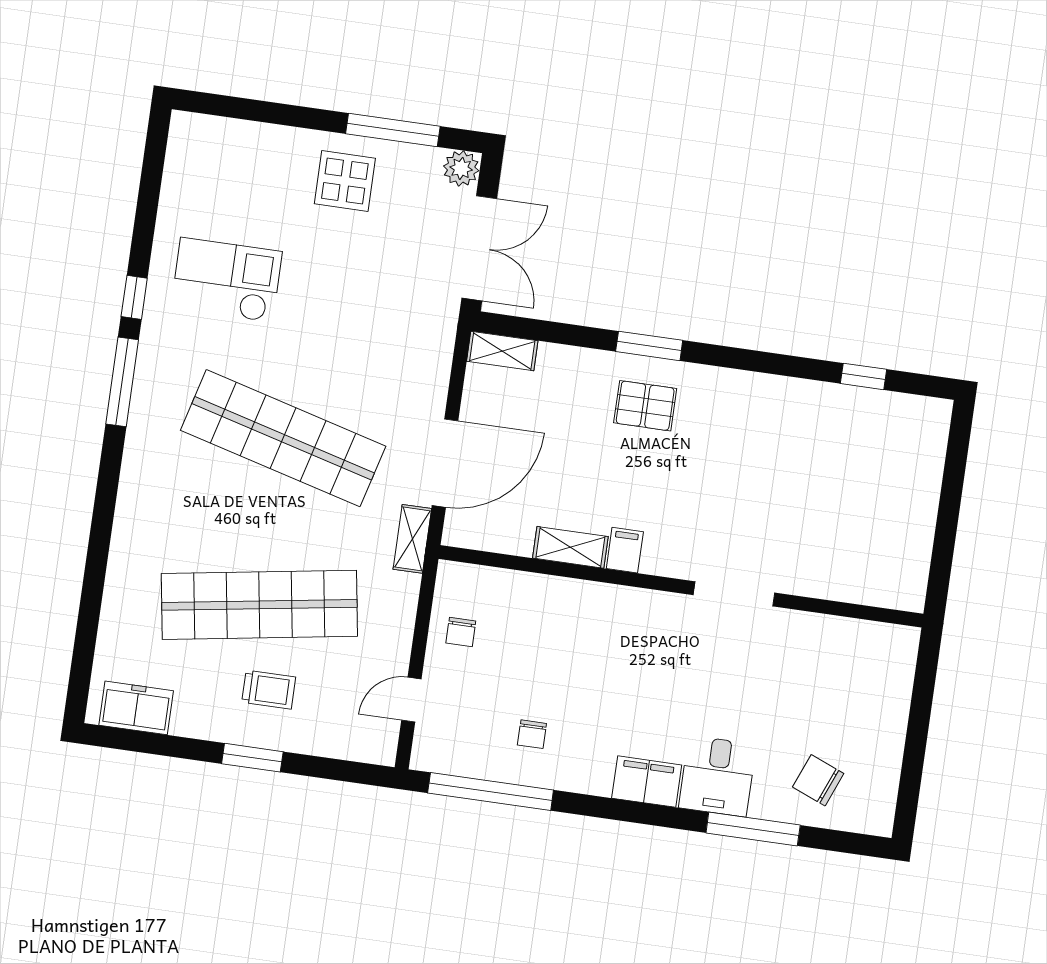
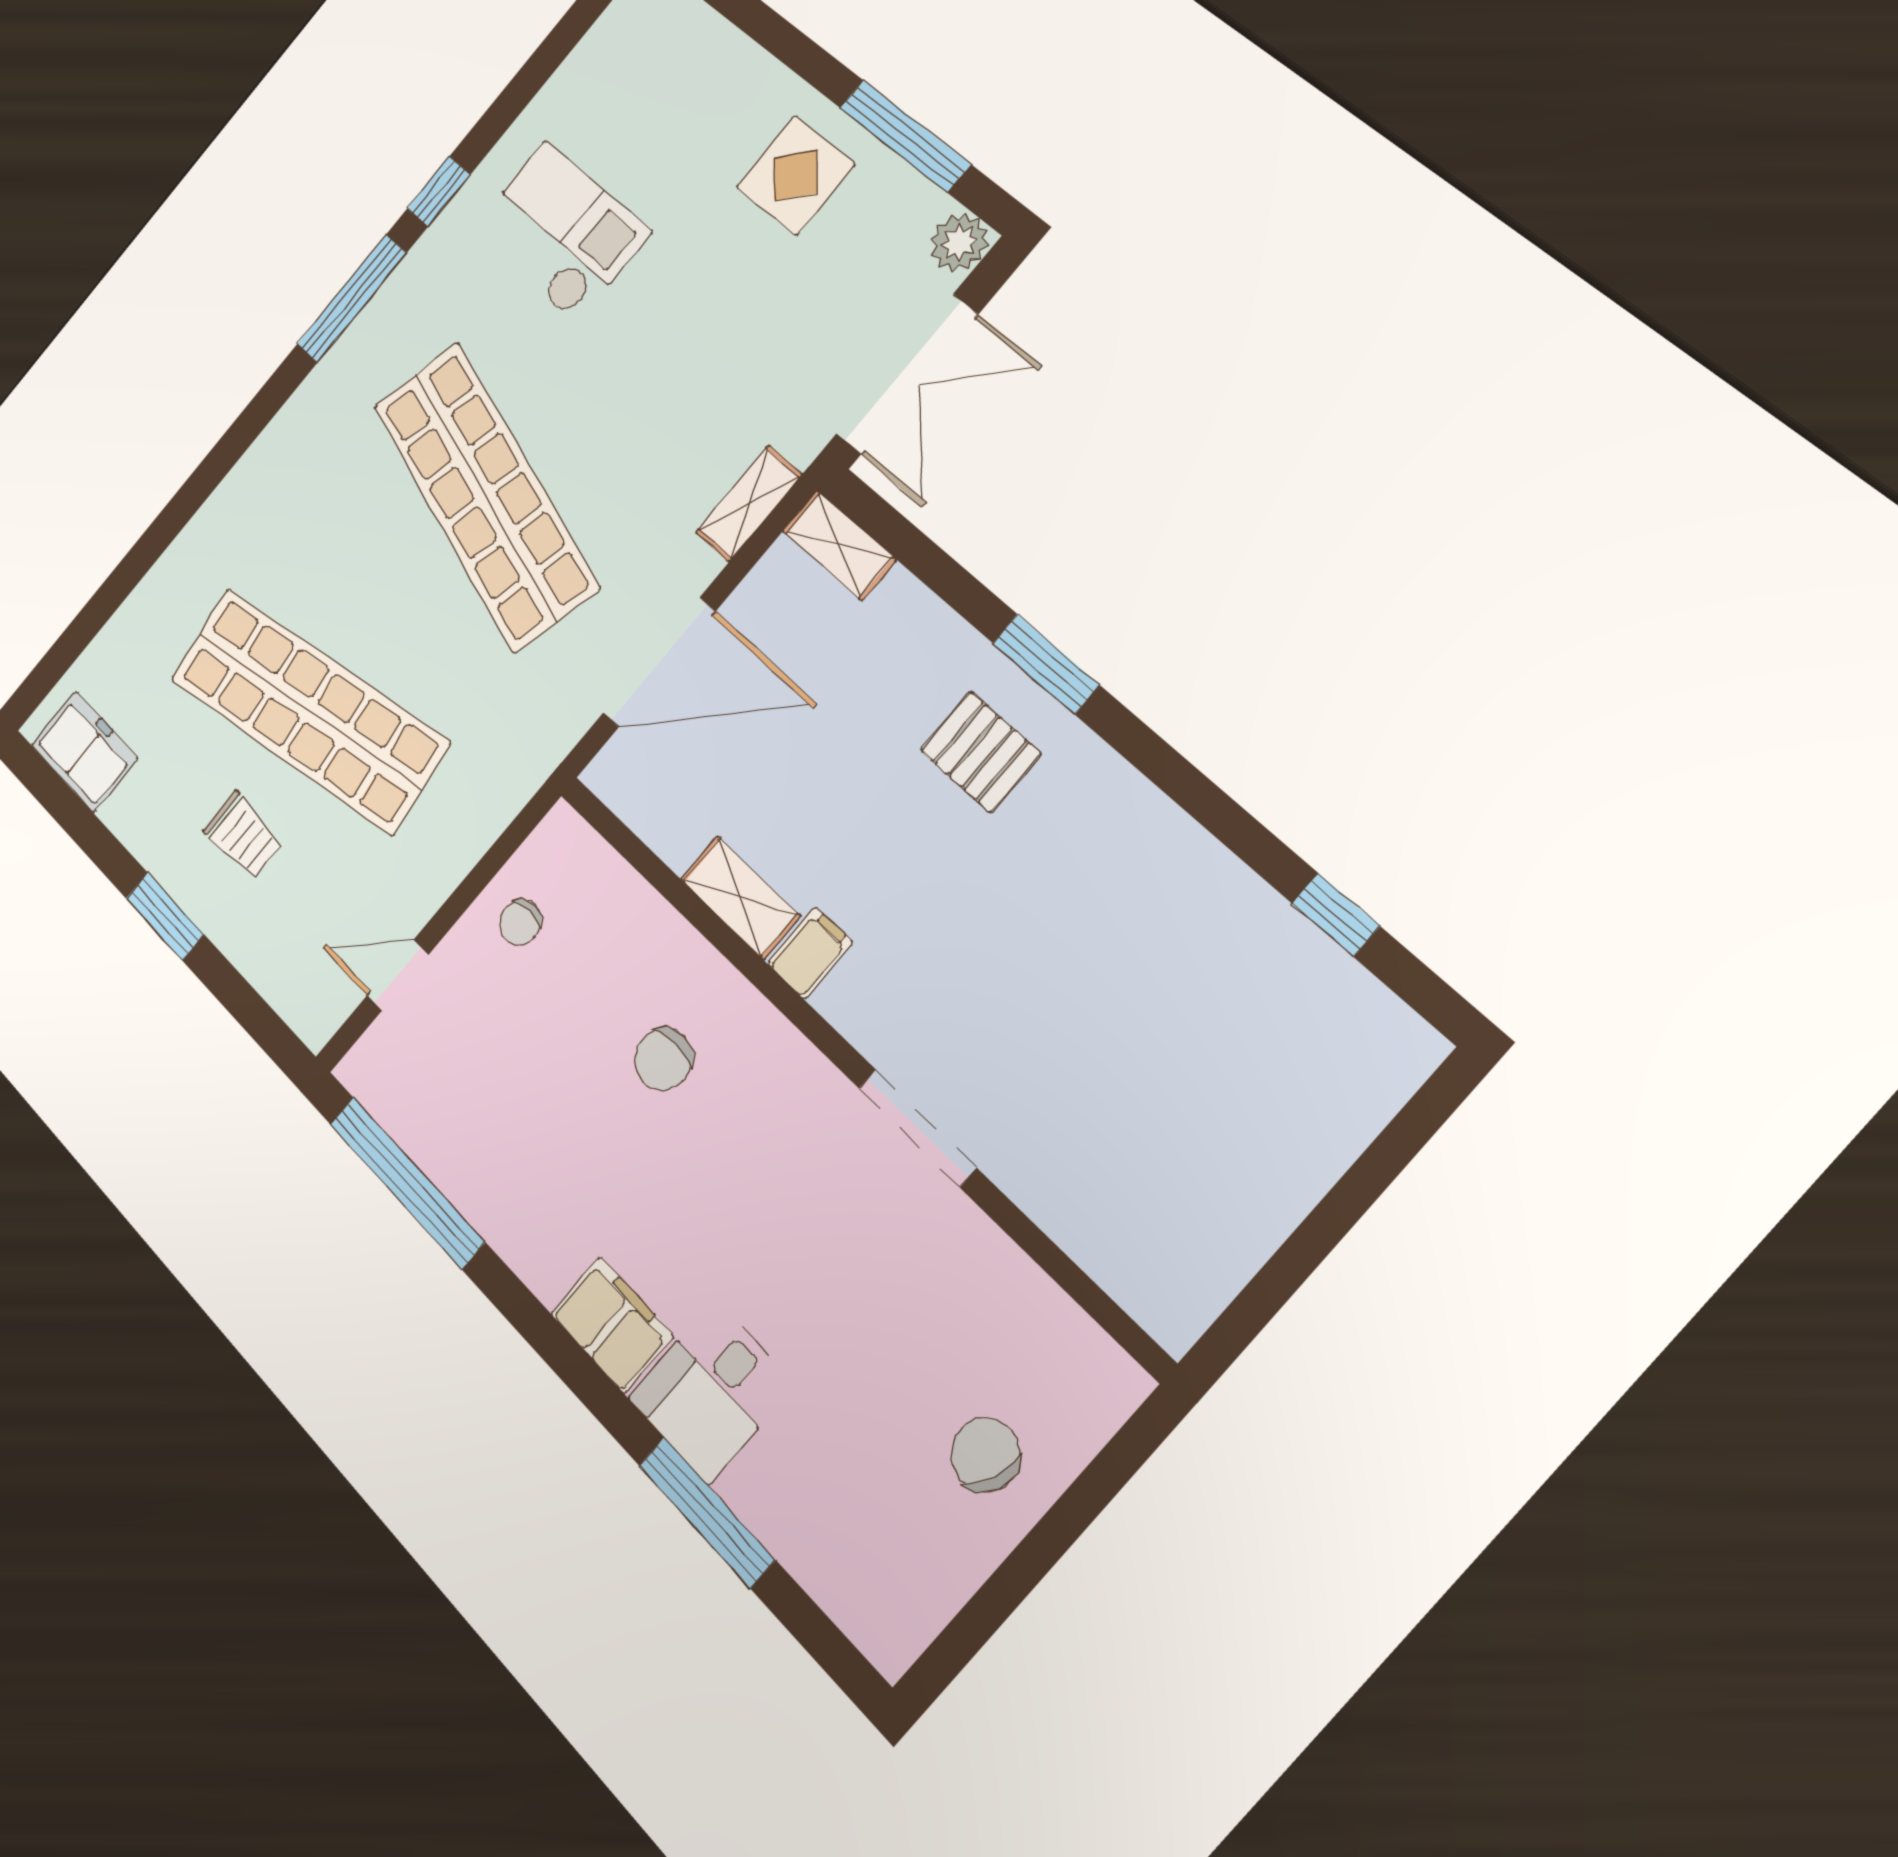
shelving: (412, 539) -> (749, 503), moved
chair: (532, 734) -> (664, 1059), moved, width x1.37, depth x1.37
chair: (818, 780) -> (986, 1455), moved

